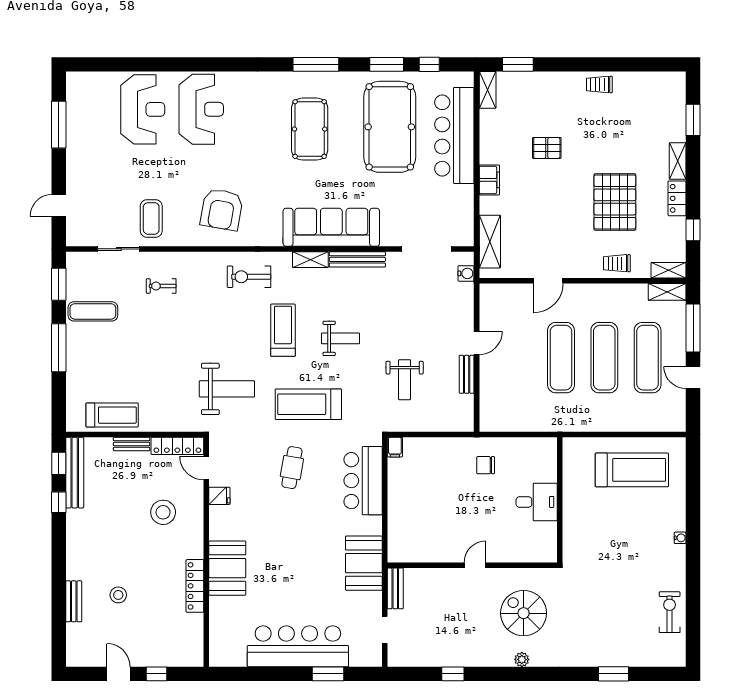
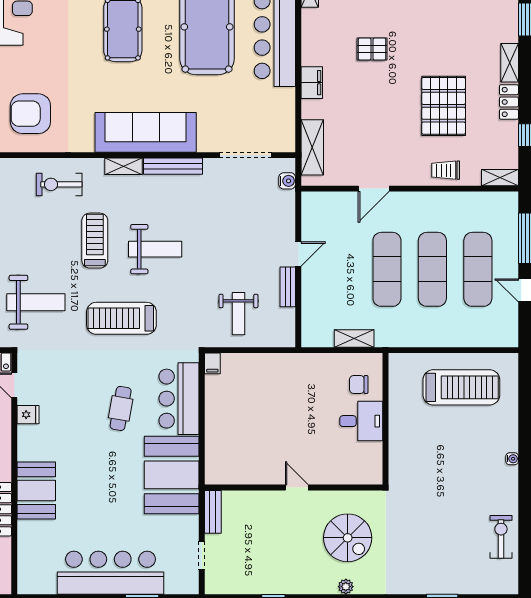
armchair: (222, 209) -> (30, 114), turned 80
shelving: (667, 292) -> (354, 338), moved
weight bench: (340, 338) -> (155, 249), width x1.36, depth x1.33
weight bench: (405, 380) -> (238, 314), moved
chair: (486, 465) -> (359, 385), moved
cafe table: (292, 468) -> (121, 408), moved
booth: (364, 563) -> (172, 475), width x1.36, depth x1.42
door: (475, 565) -> (297, 488), hinge flipped
spiral stairs: (524, 613) -> (348, 538), turned 180

